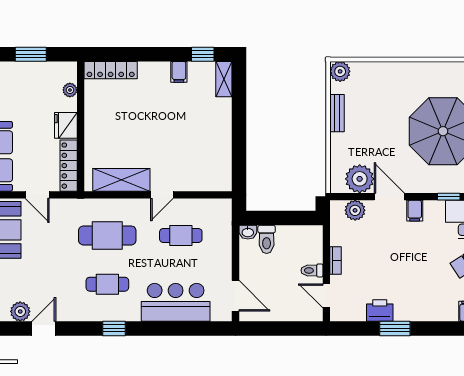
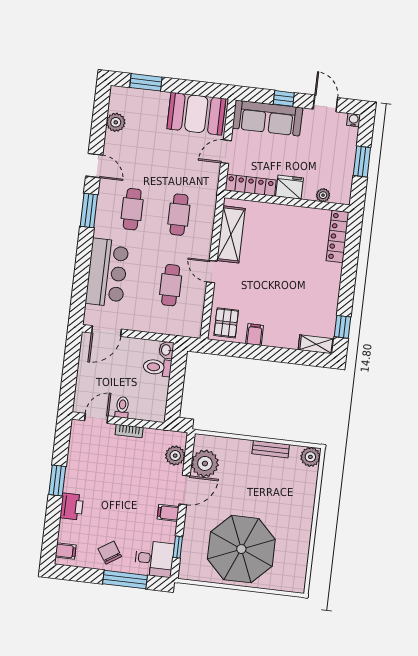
filing cabinet: (179, 72) -> (255, 335), moved, turned 90
pallet: (213, 174) -> (226, 323), added
cafe table: (107, 235) -> (179, 215), width x0.73, depth x0.74
printer: (380, 310) -> (72, 506), moved
door: (44, 328) -> (94, 166), moved
window: (114, 328) -> (89, 211), width x1.50

